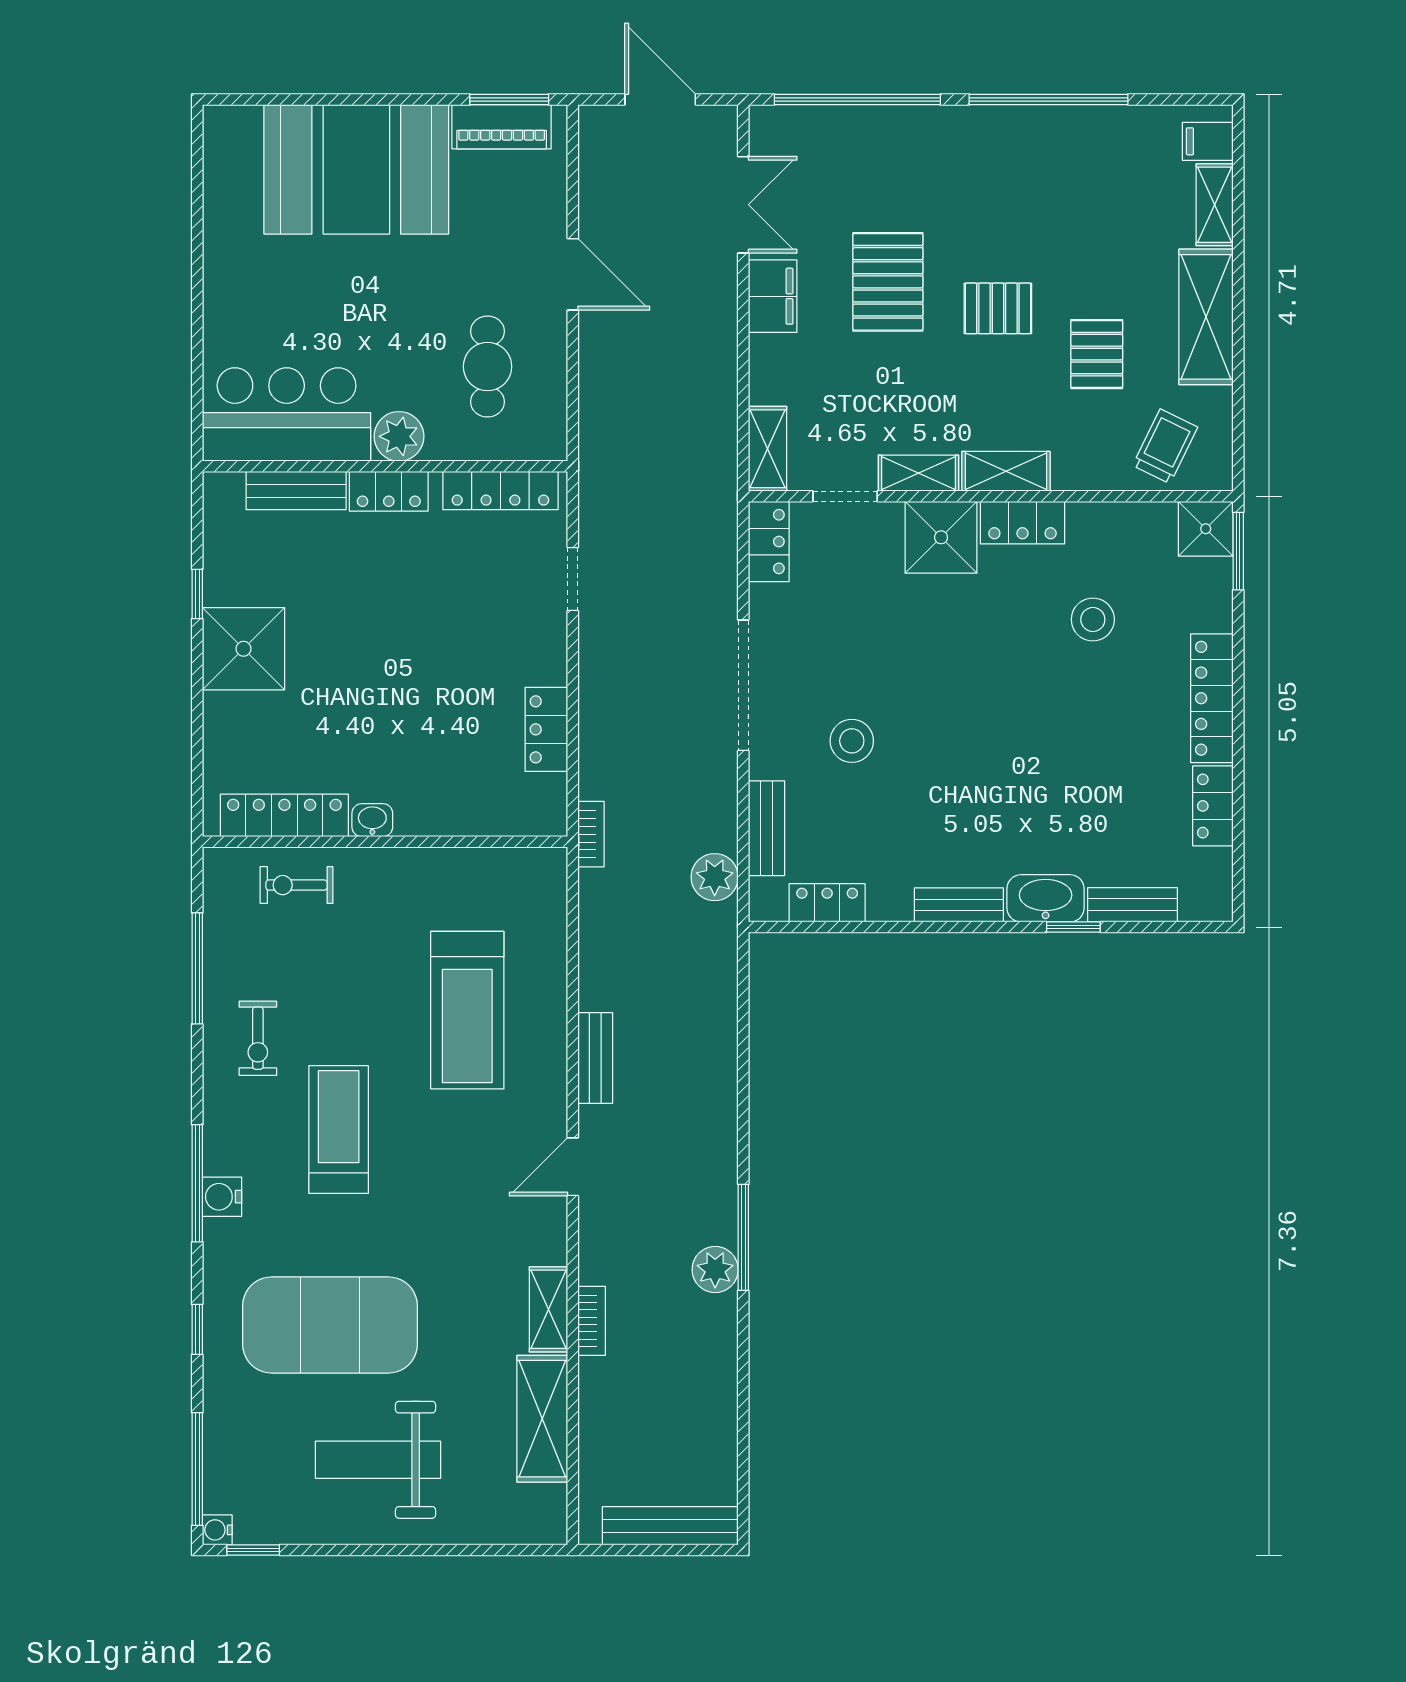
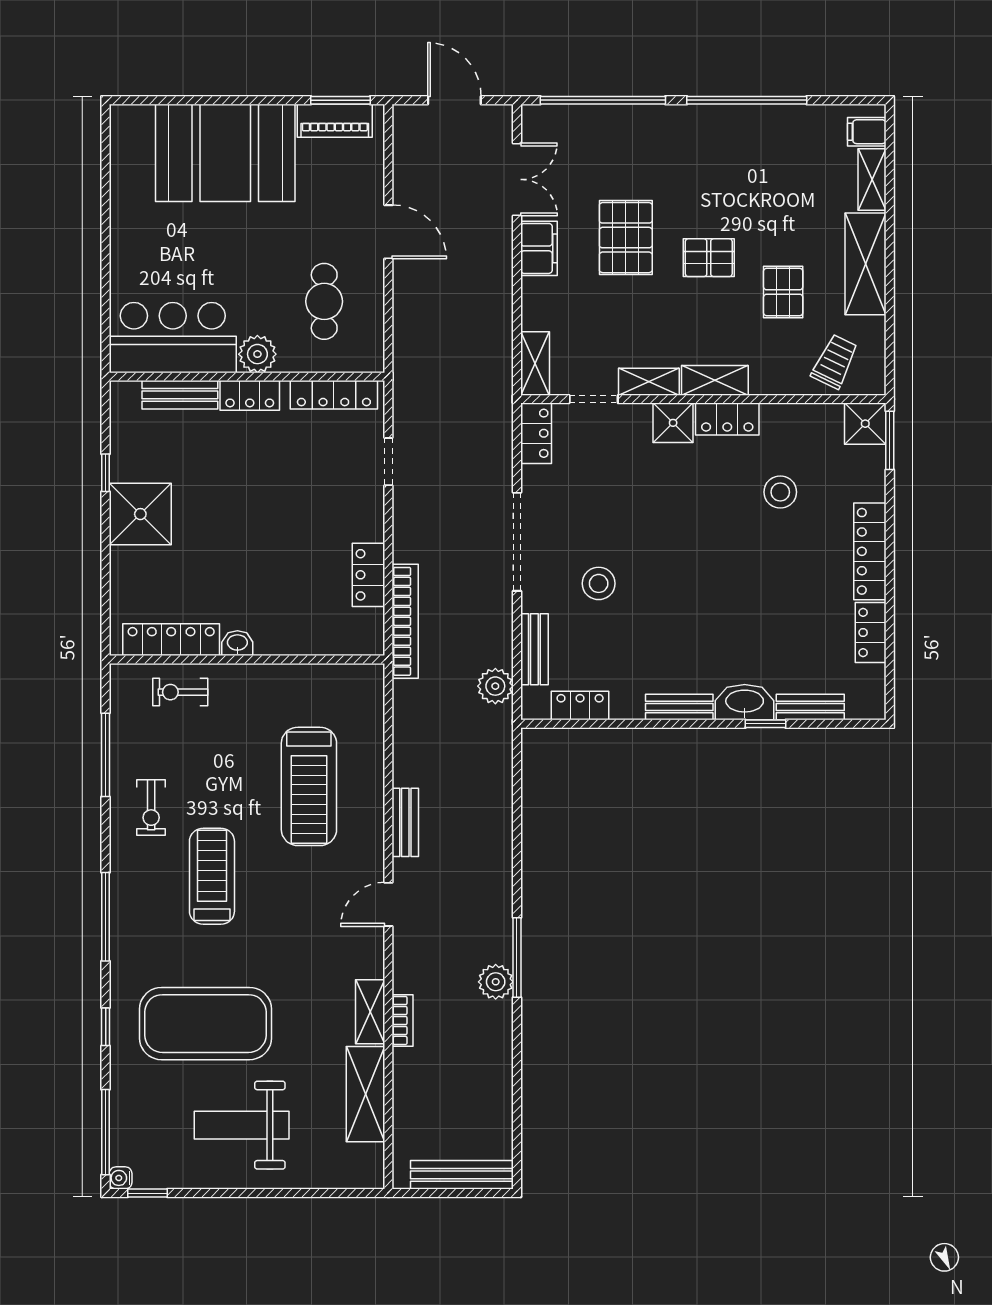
shower: (941, 537) -> (673, 423), width x0.73, depth x0.73
bookcase: (591, 834) -> (405, 621), width x2.31, depth x1.31
water cooler: (222, 1197) -> (124, 927), removed

